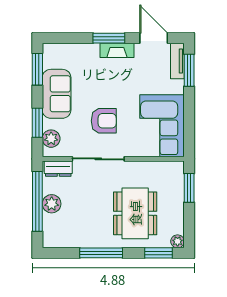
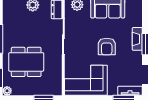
fireplace: (117, 50) -> (137, 39), moved
armchair: (104, 121) -> (107, 47), moved

